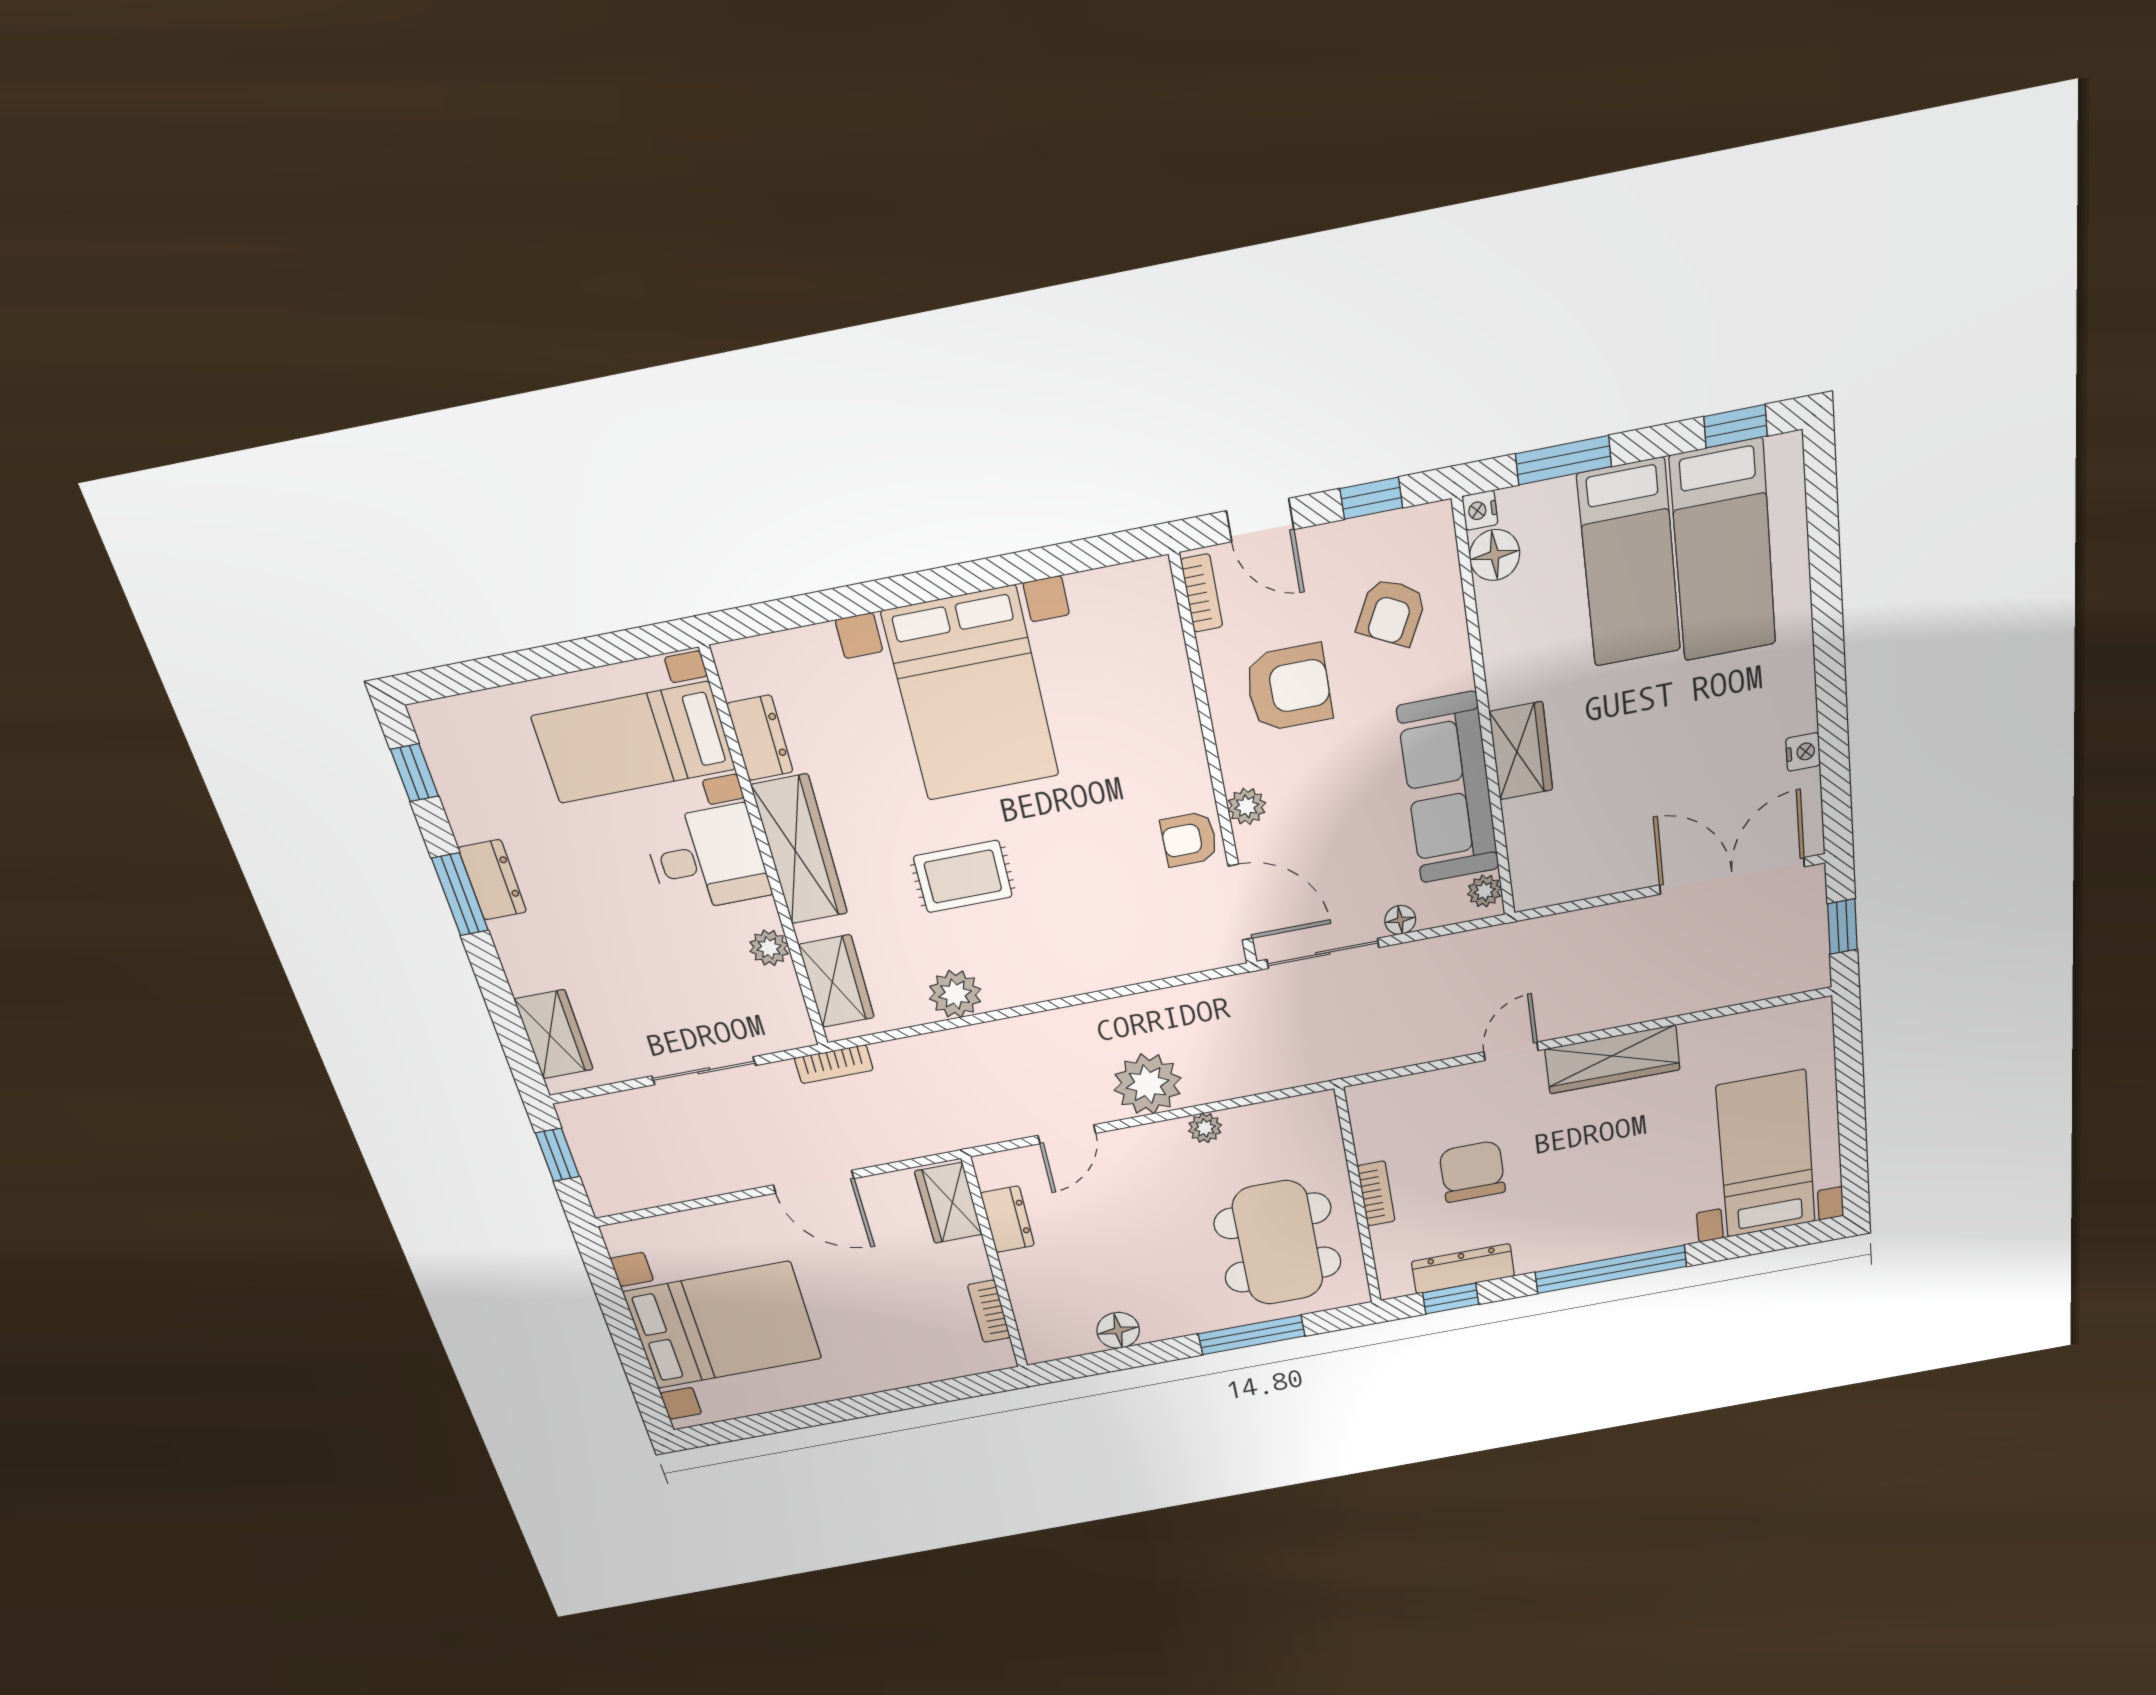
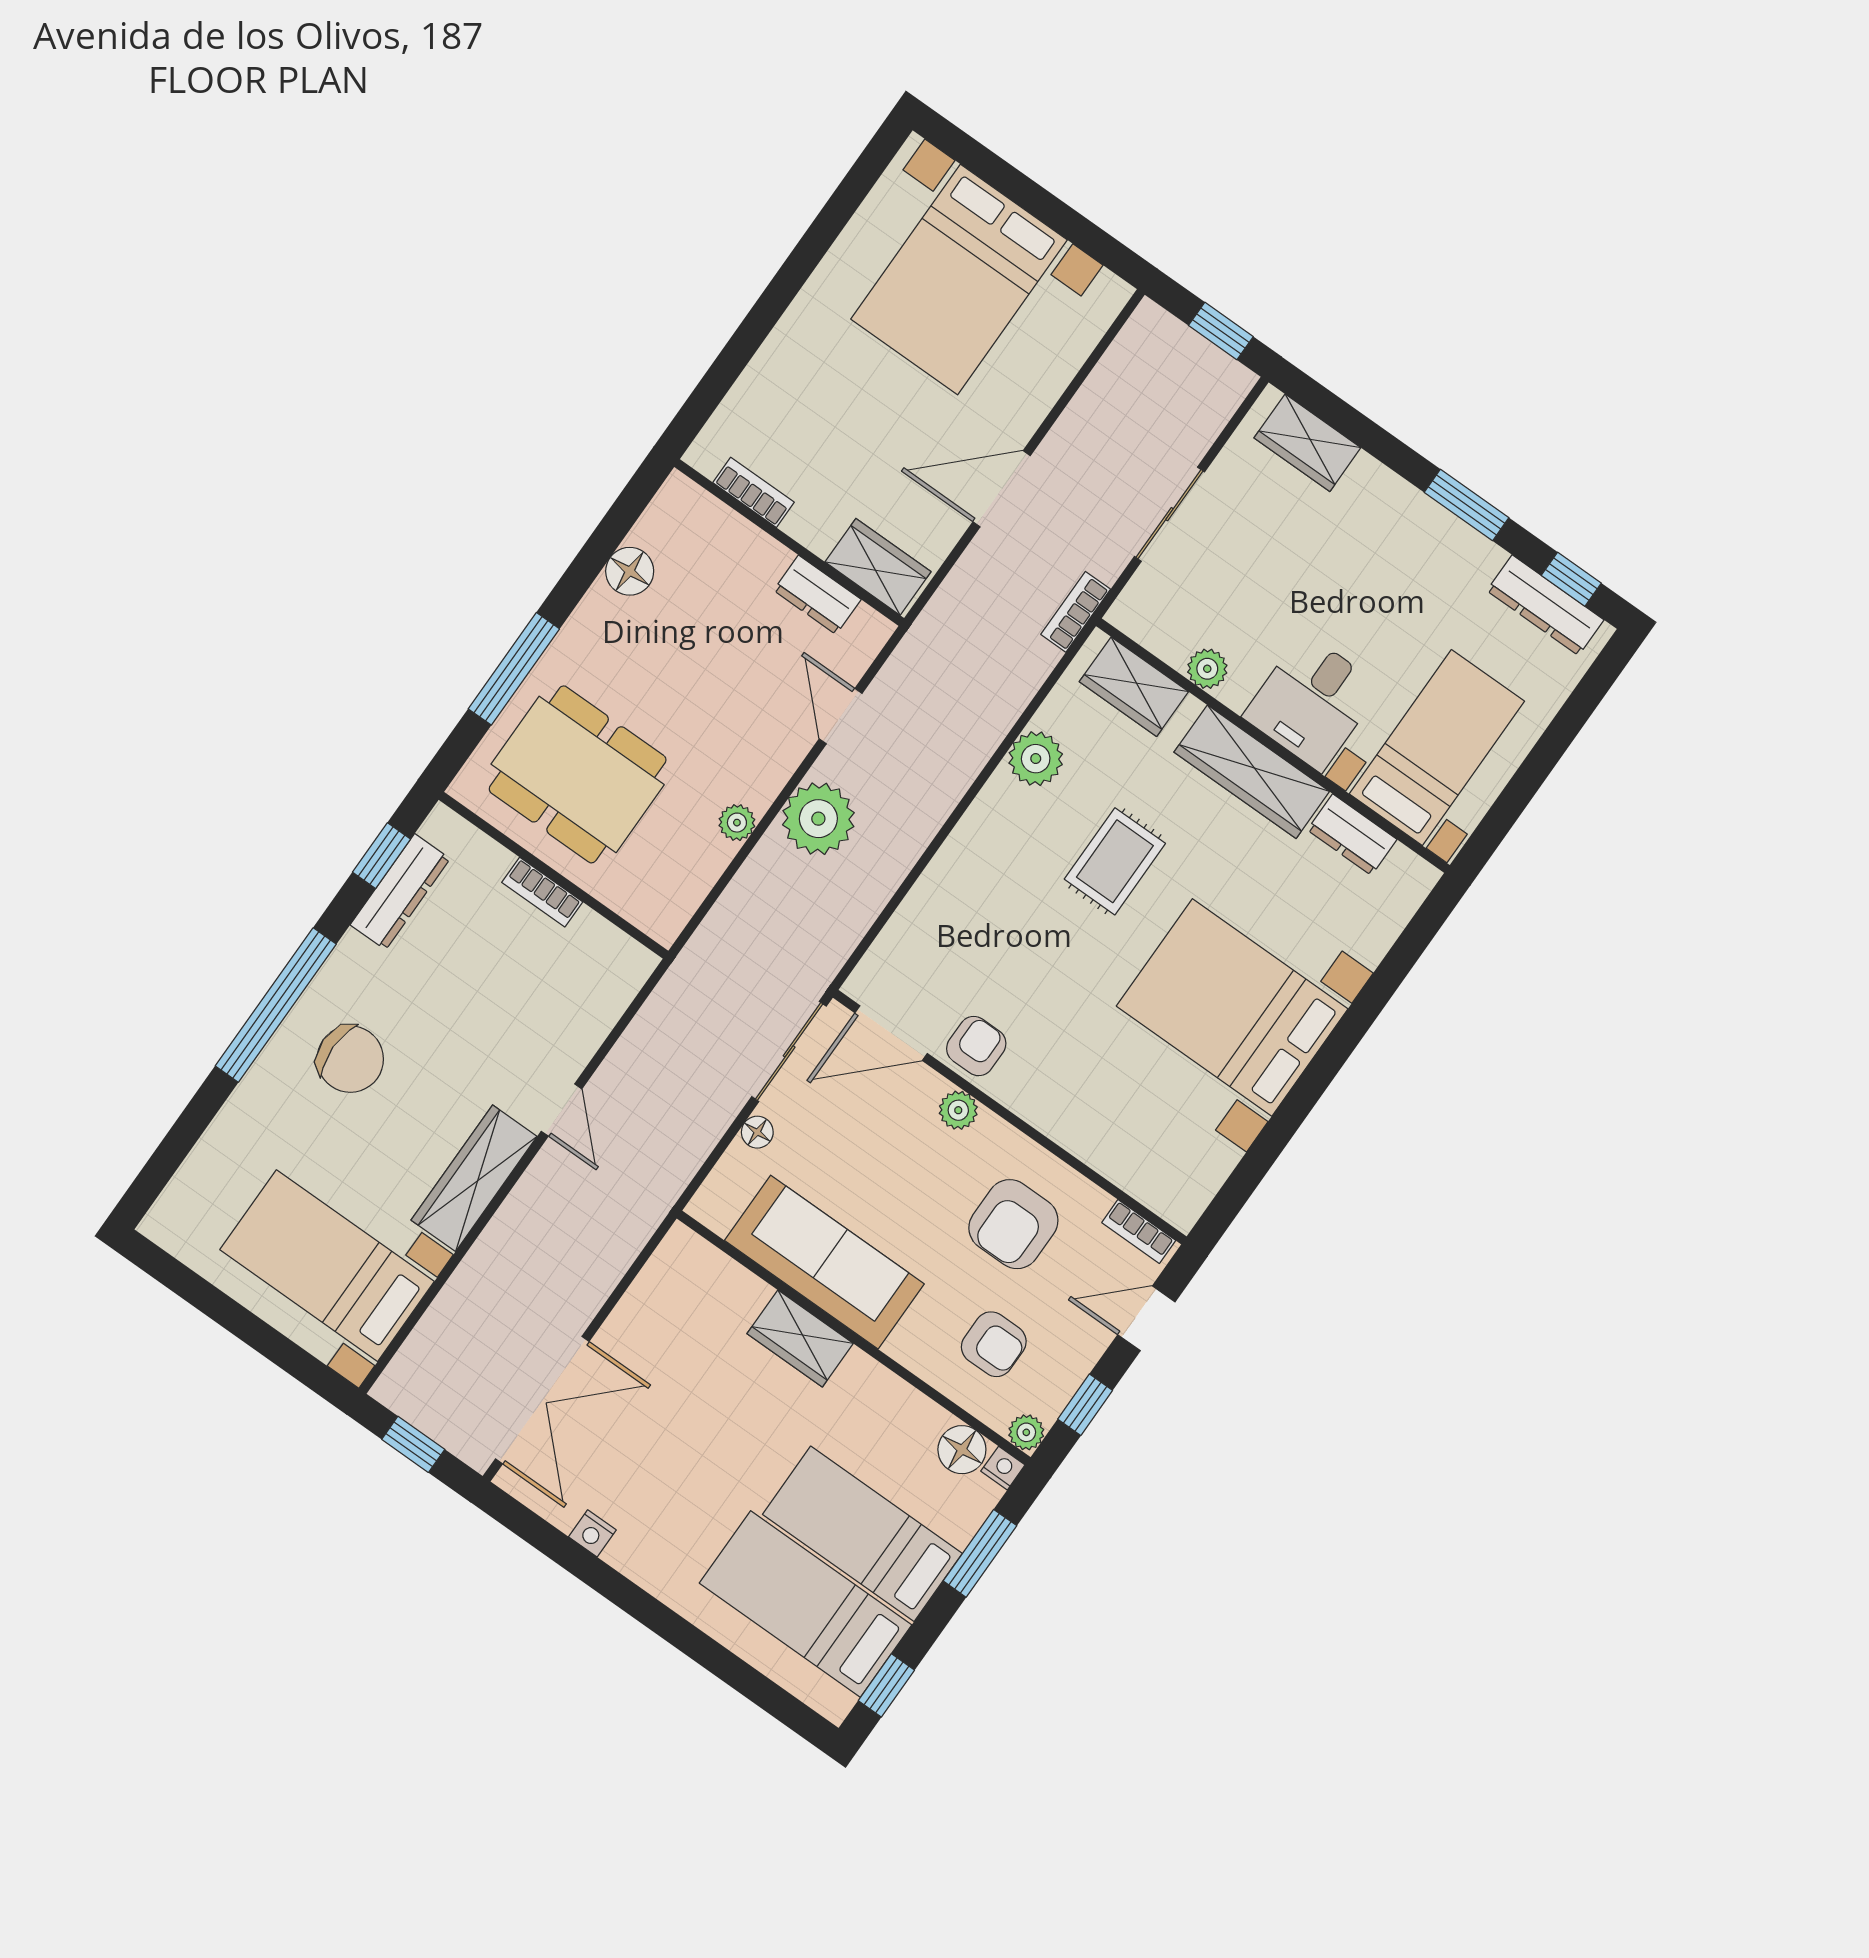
armchair: (1392, 612) -> (994, 1344), turned 153
dresser: (492, 880) -> (1545, 605), moved, width x1.44
plant: (1484, 891) -> (1026, 1432), moved
bed with nightstands: (1766, 1155) -> (327, 1266), moved, turned 180
chair: (1472, 1172) -> (350, 1059), moved

